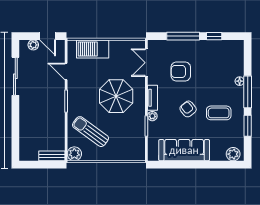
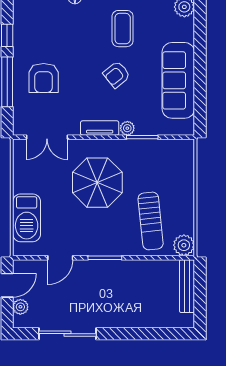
armchair: (181, 71) -> (44, 78), moved
sun lounger: (90, 132) -> (151, 221), turned -42
bench: (52, 156) -> (187, 286), width x1.36

